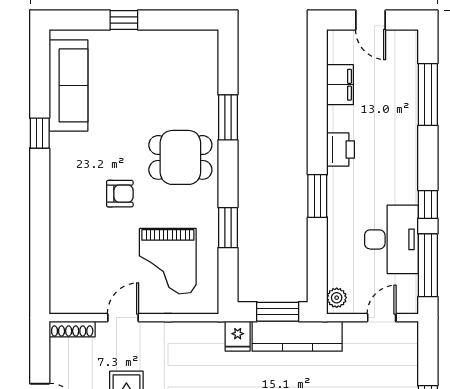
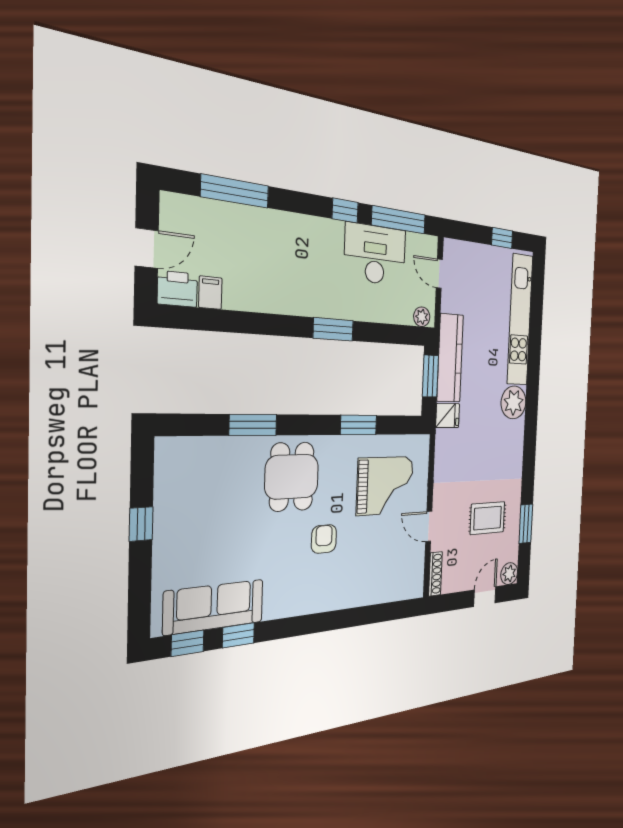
window: (124, 20) -> (141, 524), moved
window: (40, 62) -> (188, 643), added
filing cabinet: (340, 85) -> (210, 293), width x0.50
window: (40, 133) -> (238, 635), moved
printer: (341, 150) -> (177, 289), moved

